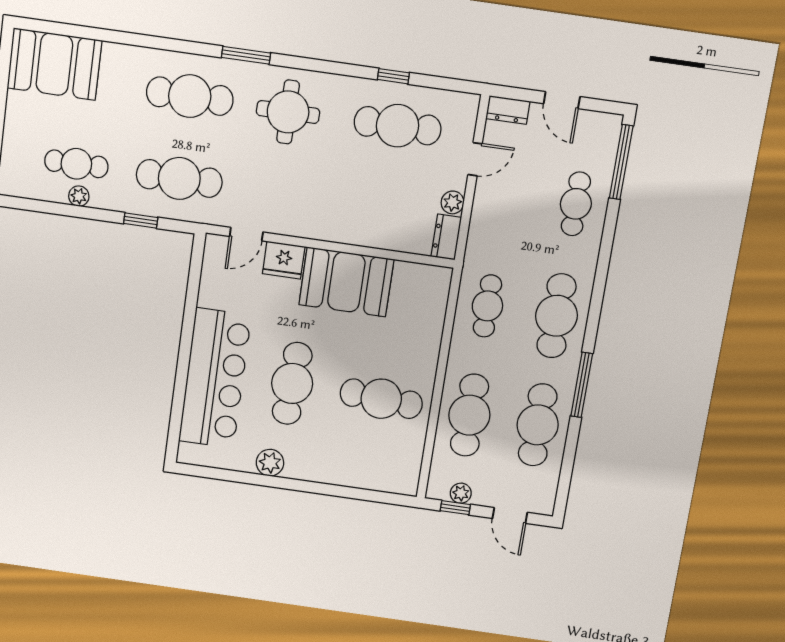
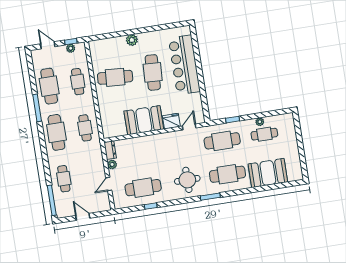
booth: (54, 64) -> (268, 173), moved
dresser: (508, 110) -> (102, 207), removed
cafe table: (469, 415) -> (78, 82), width x0.73, depth x0.74
plant: (270, 463) -> (132, 40), moved

